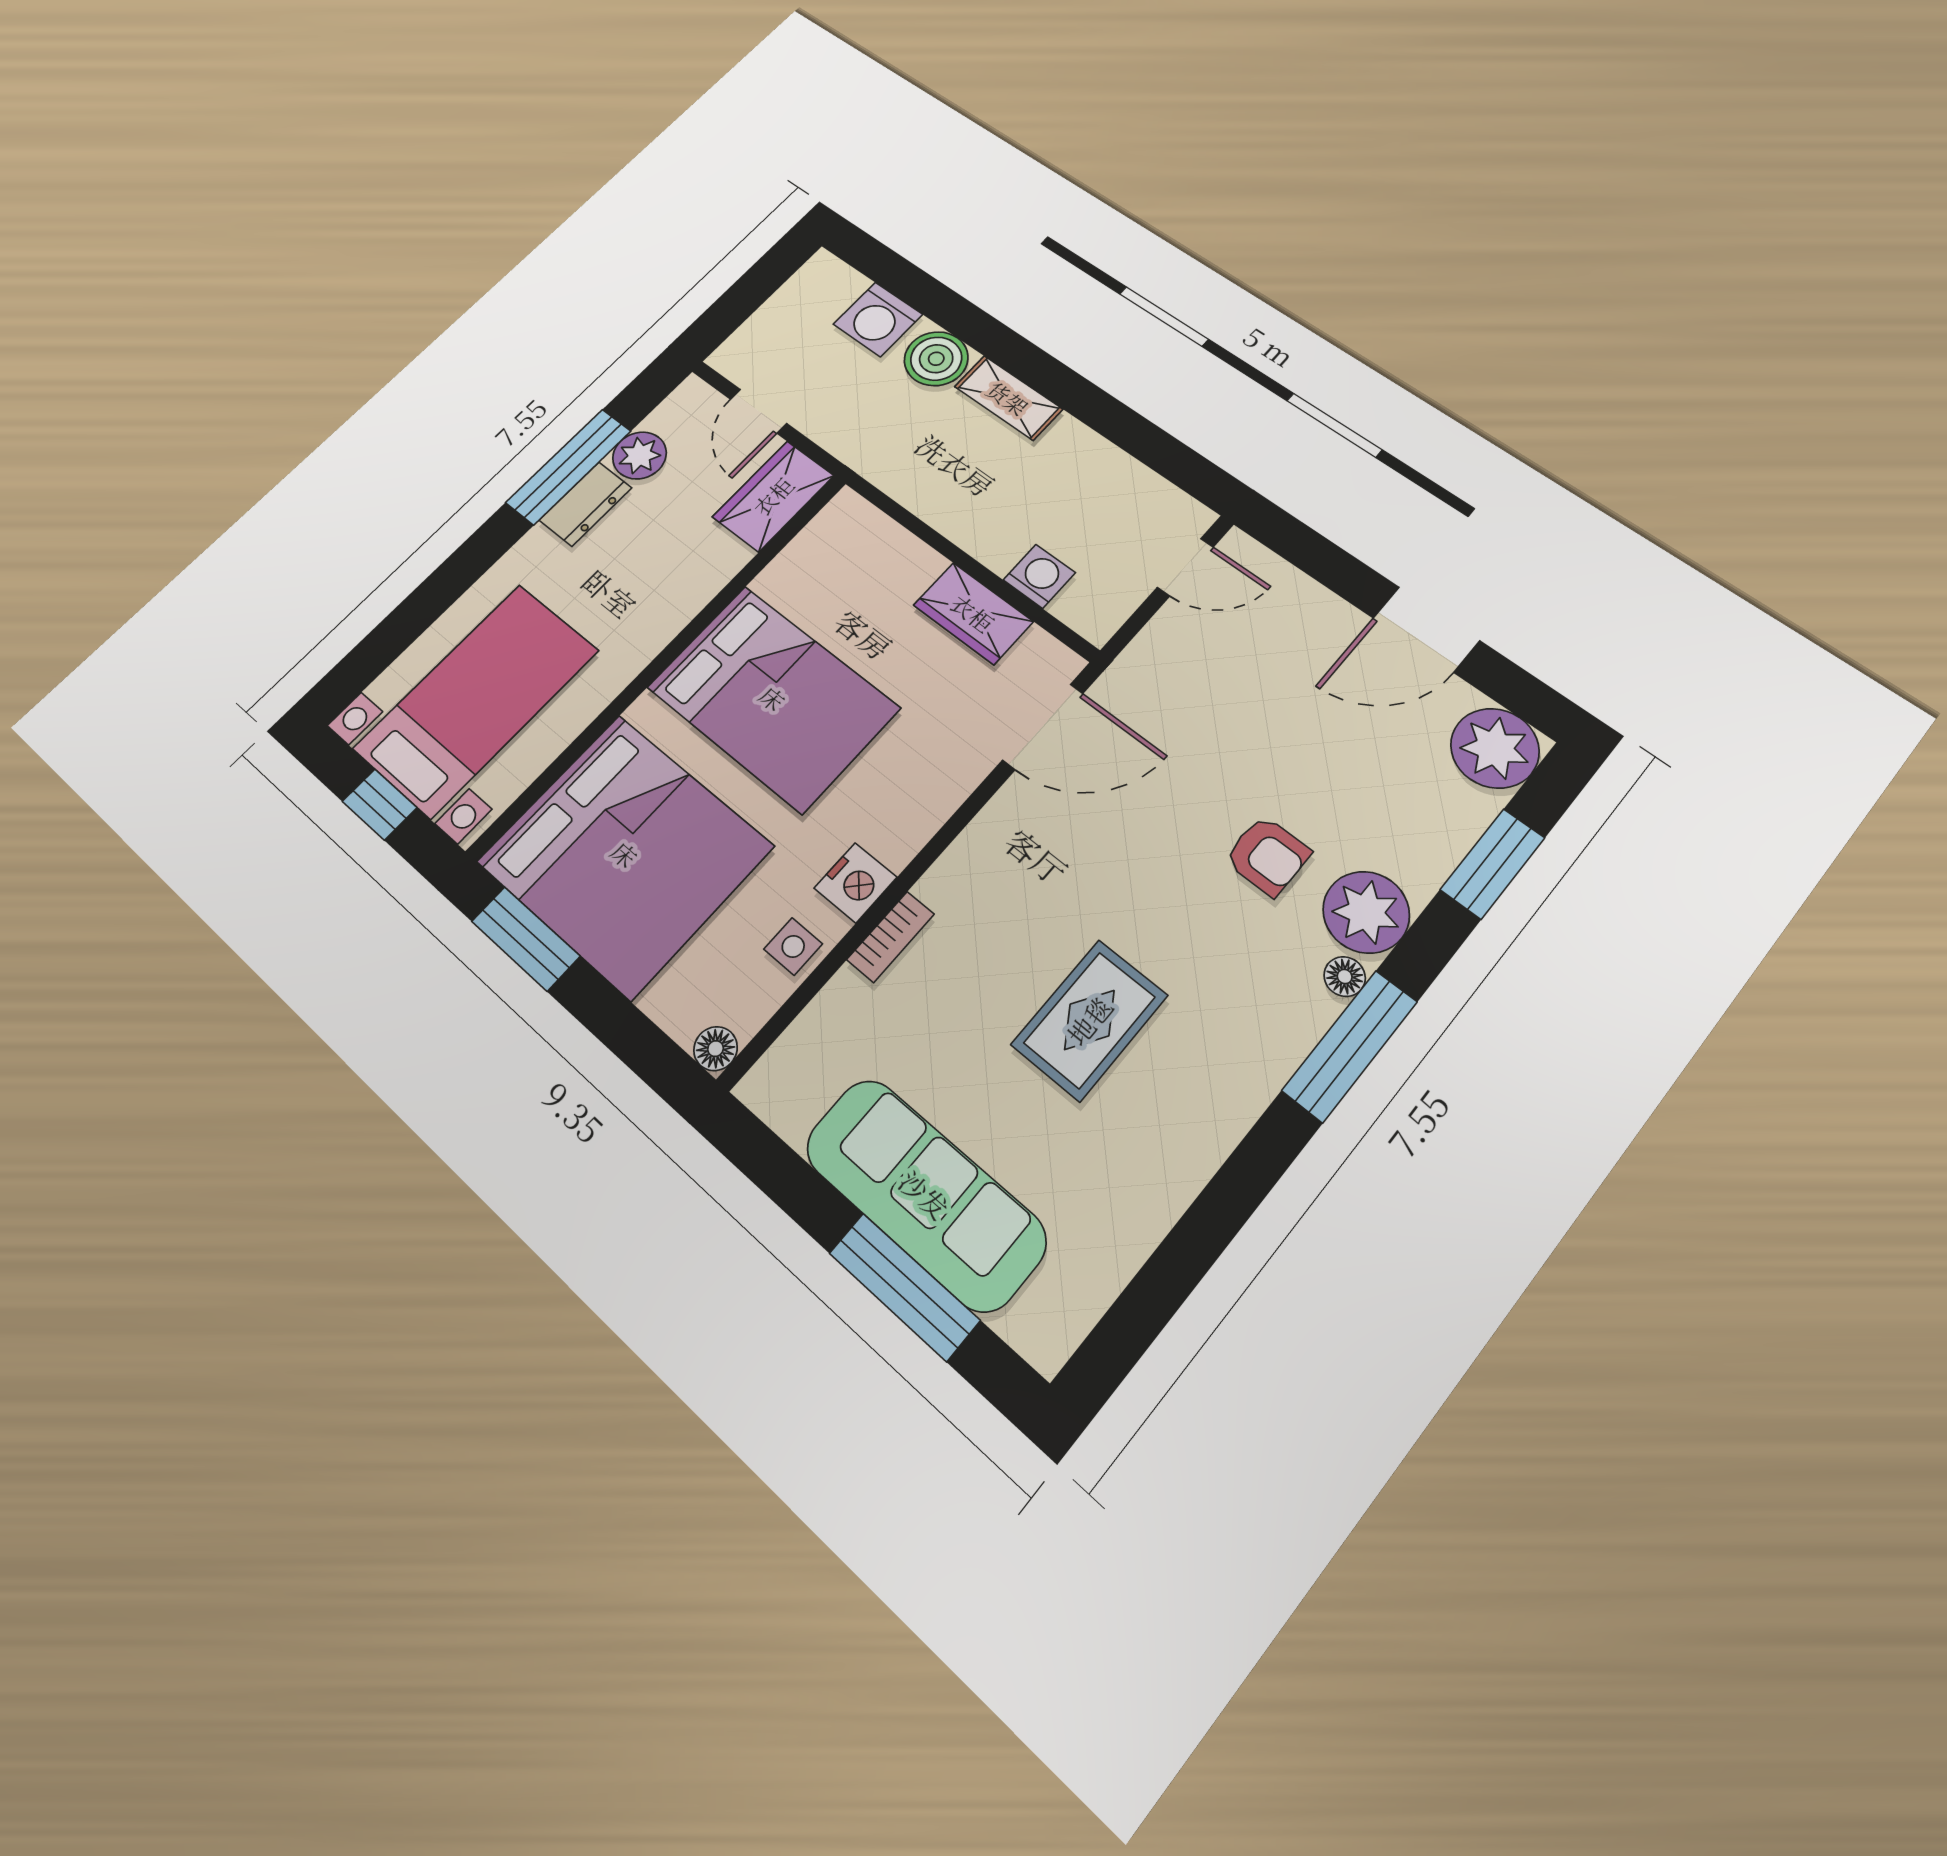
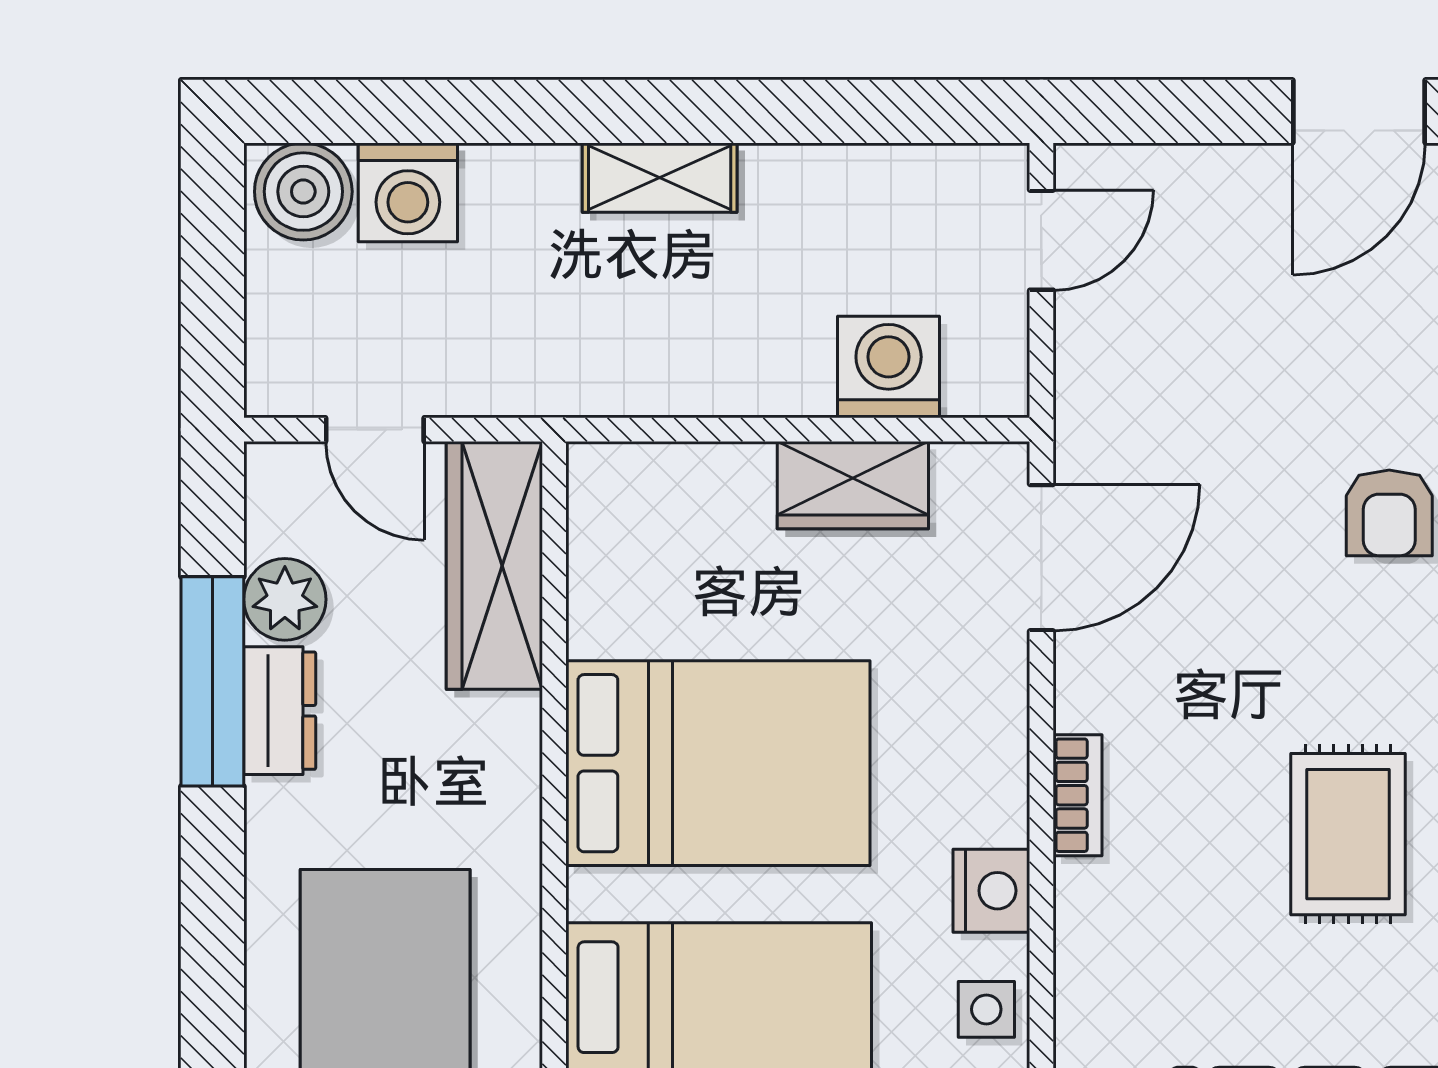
boiler: (936, 359) -> (303, 192), moved
wardrobe: (773, 496) -> (494, 565), width x1.50
washing machine: (1039, 576) -> (889, 367), width x1.38, depth x1.38
armchair: (1267, 856) -> (1389, 513), turned 90
bookcase: (891, 937) -> (1078, 795), moved

